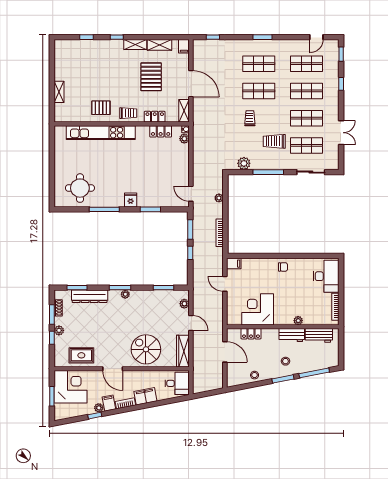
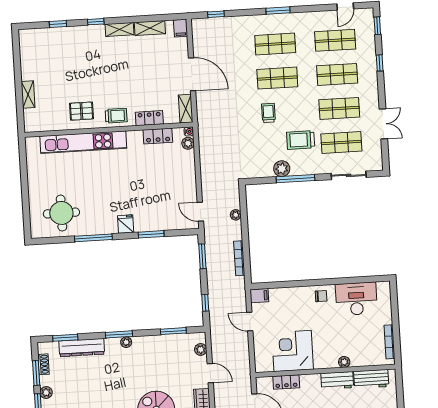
pallet: (151, 77) -> (142, 69), removed
plant: (244, 163) -> (282, 169), moved
window: (190, 253) -> (205, 303), moved
desk: (326, 276) -> (356, 299), moved, turned -90

